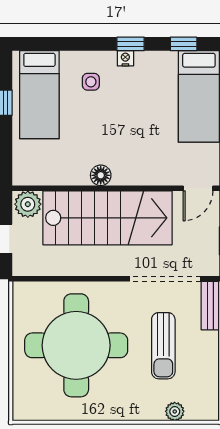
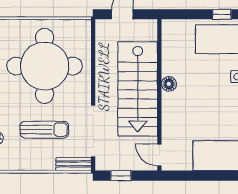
plant: (28, 204) -> (148, 31), removed
sun lounger: (163, 346) -> (44, 130), turned 180

